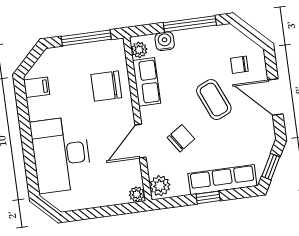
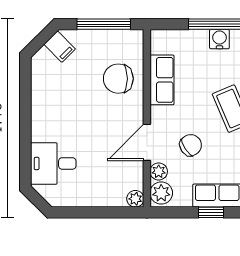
water cooler: (165, 41) -> (219, 39), moved
plant: (139, 50) -> (159, 171), moved
filing cabinet: (37, 87) -> (60, 47), moved, turned 45
desk: (61, 154) -> (53, 163), width x0.53, depth x0.77

